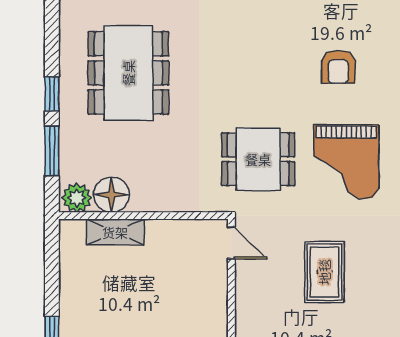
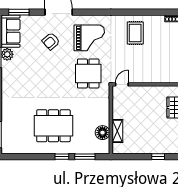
armchair: (338, 67) -> (51, 41), turned 139
plant: (77, 198) -> (104, 147), removed
rug: (324, 272) -> (135, 33), moved, turned 90

